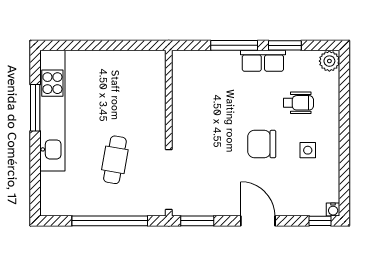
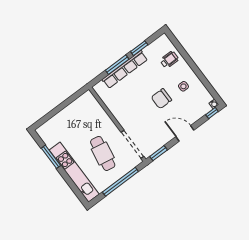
row of seats: (263, 61) -> (125, 69), width x2.02
plant: (329, 61) -> (164, 40), removed
wheelchair: (298, 103) -> (169, 60), moved
kitchen unit: (52, 111) -> (74, 172), moved
cafe table: (115, 160) -> (103, 153), width x1.37, depth x1.35

